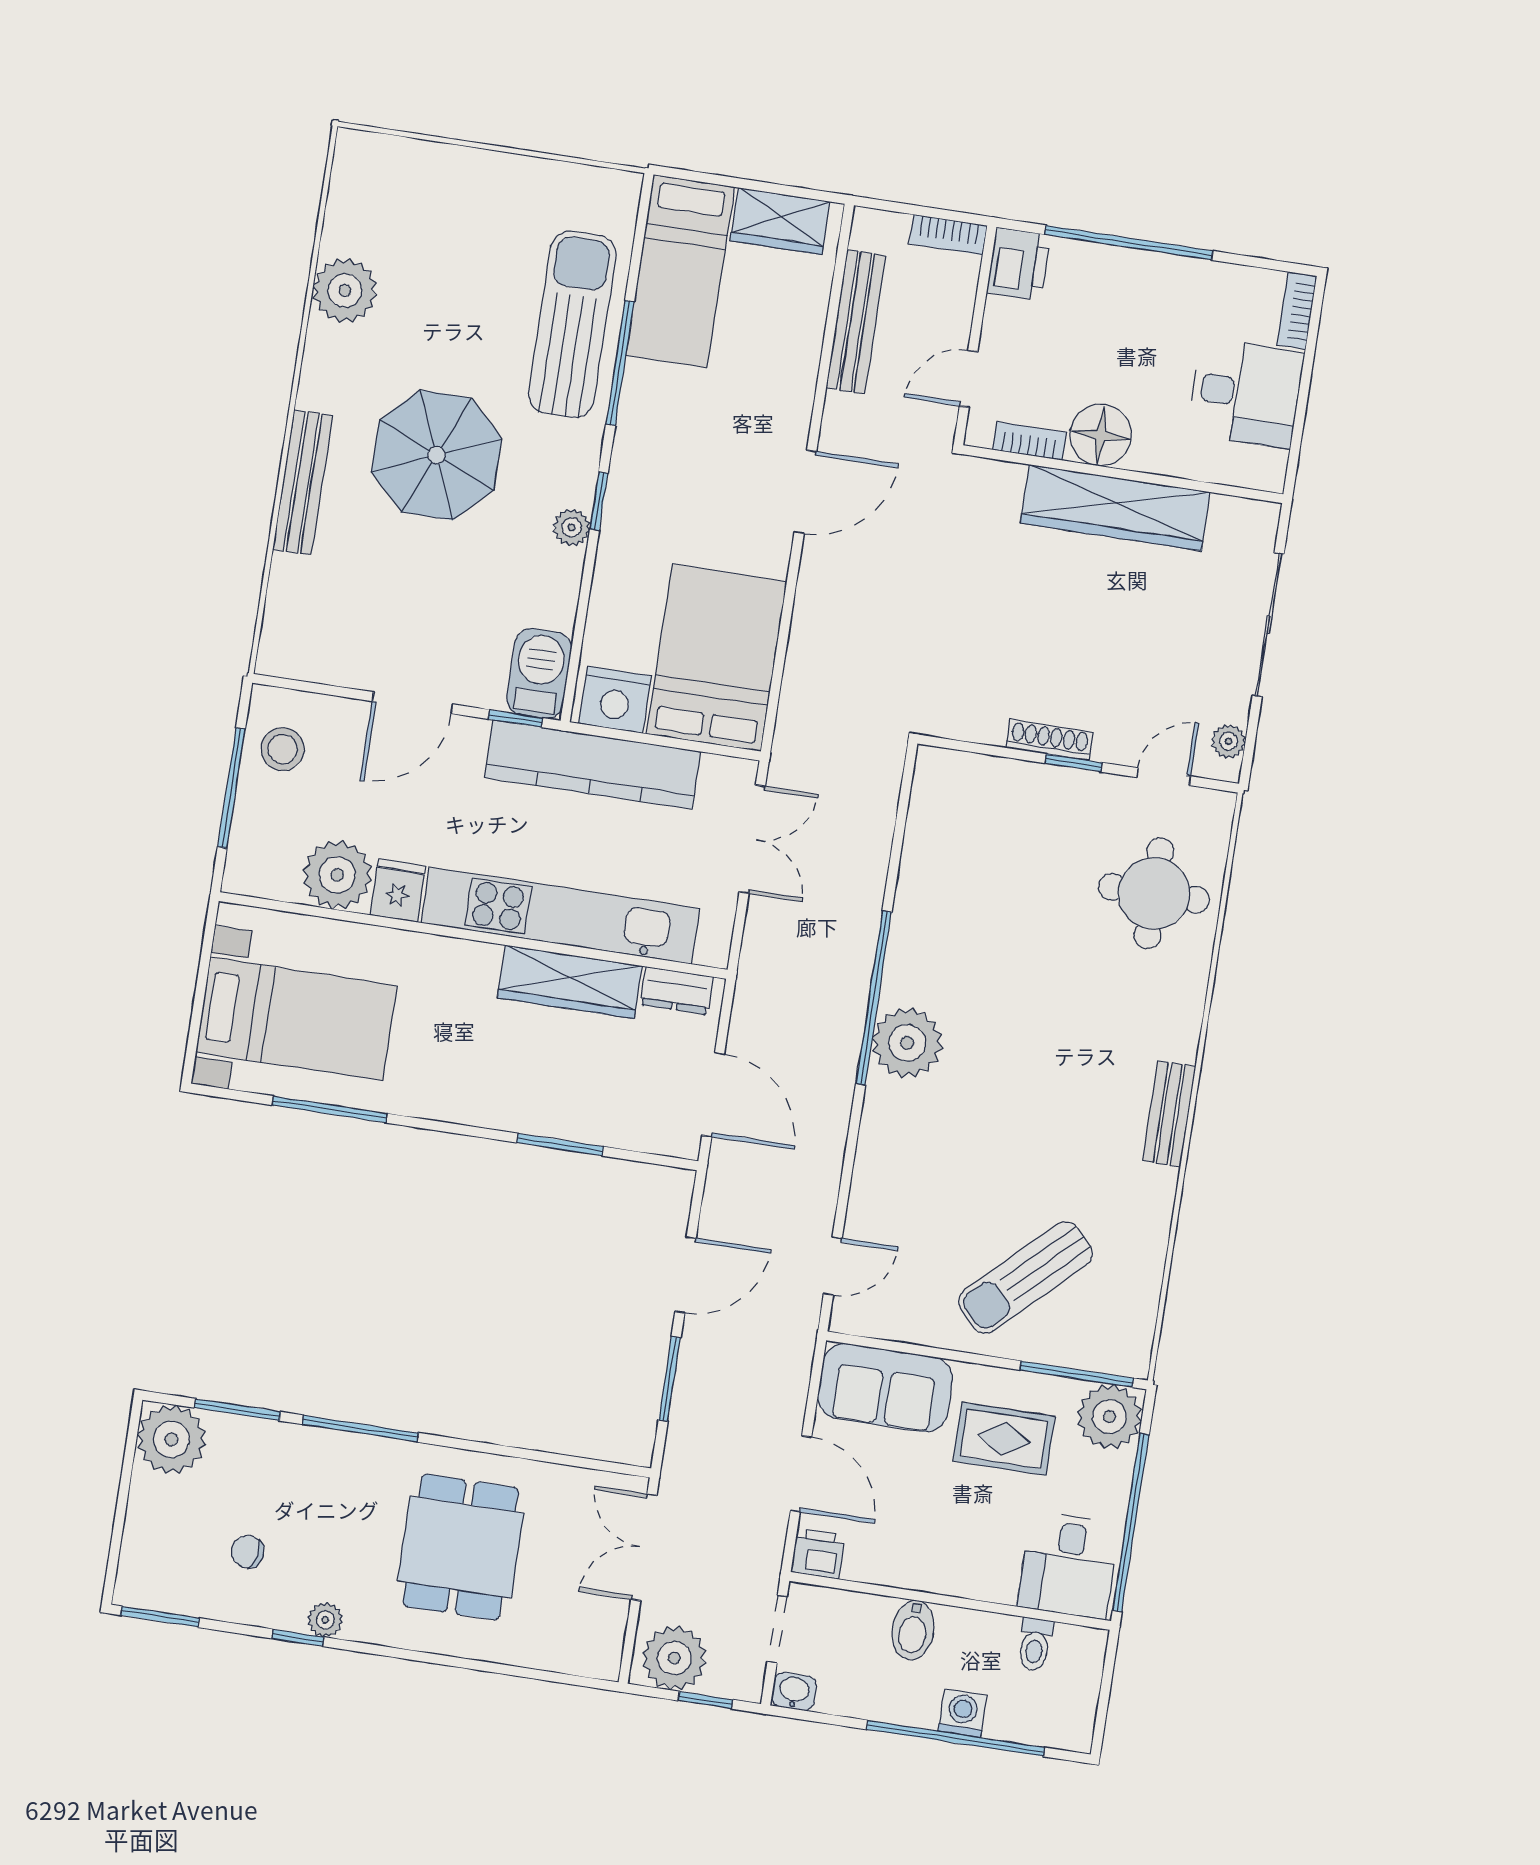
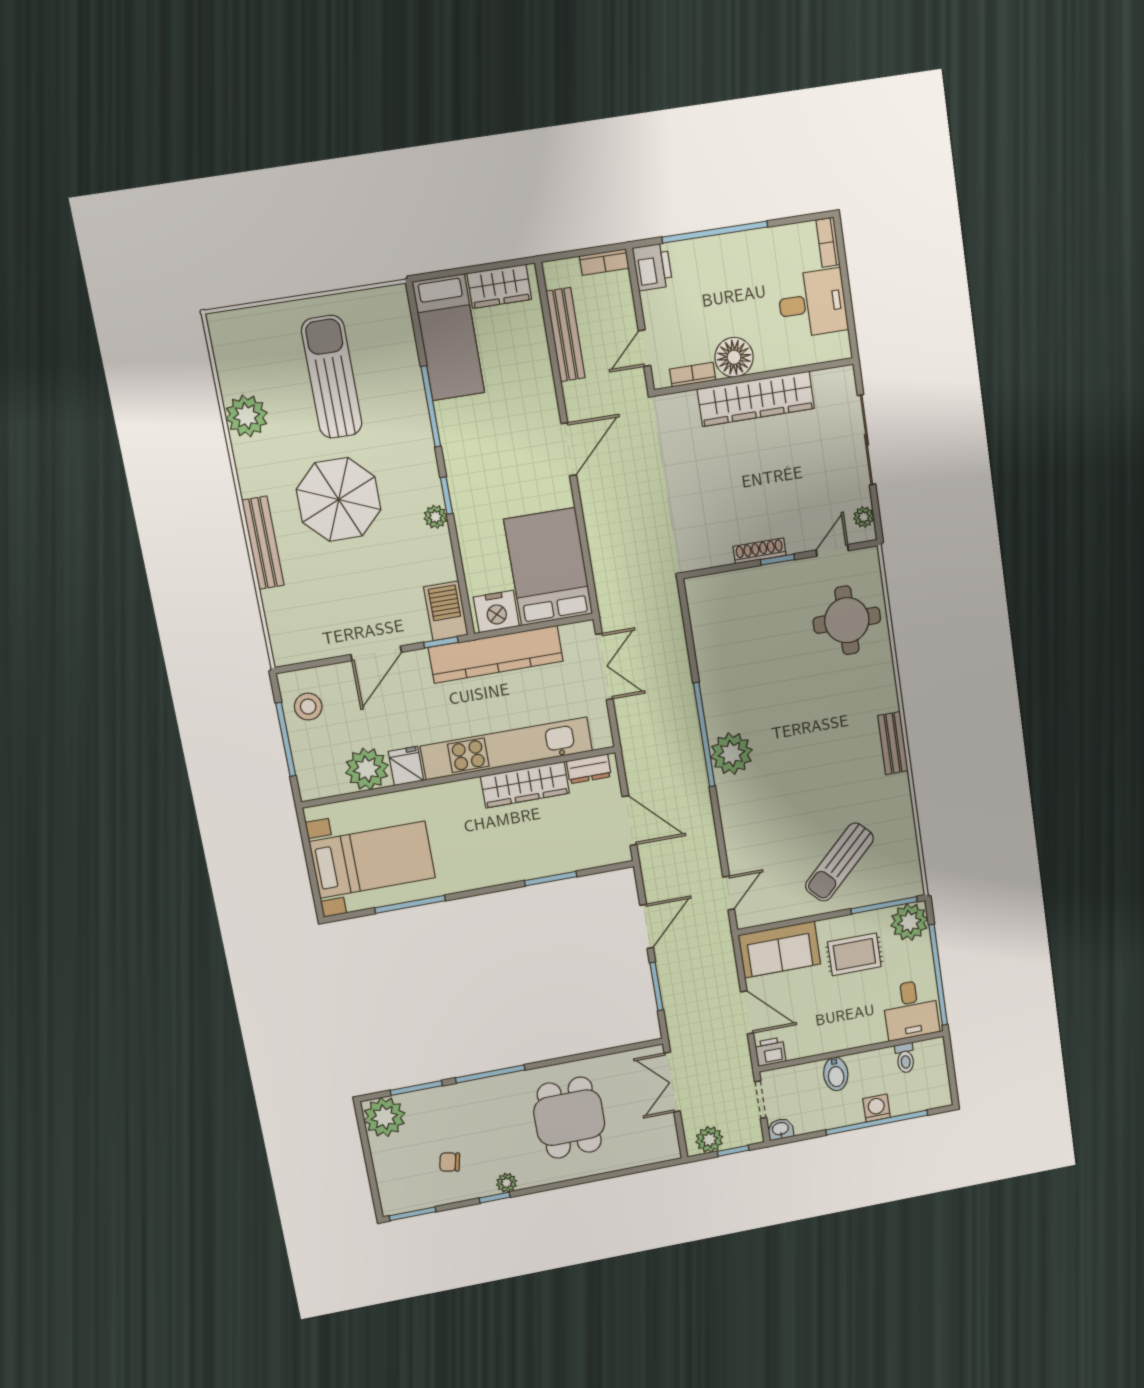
sun lounger: (572, 324) -> (332, 377), moved
plant: (674, 1658) -> (709, 1140), width x0.73, depth x0.73

